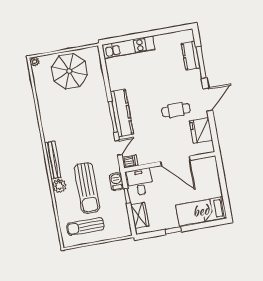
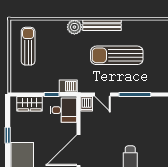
kitchen counter: (122, 113) -> (137, 104), removed
sun lounger: (87, 188) -> (117, 55), moved

